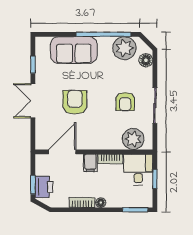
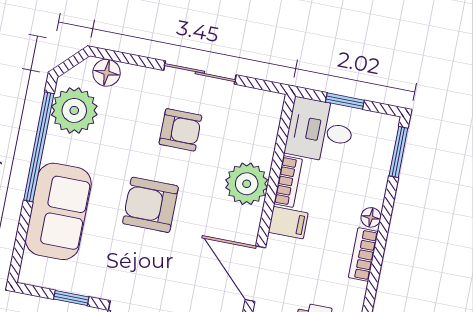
armchair: (75, 102) -> (150, 205), moved
plant: (133, 139) -> (247, 184), moved

